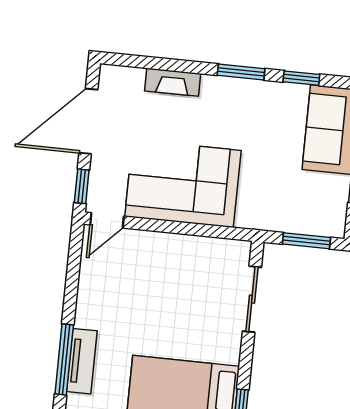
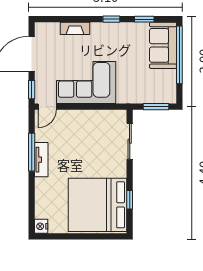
window: (241, 72) -> (111, 19), width x0.67
window: (64, 359) -> (32, 152), moved
tv unit: (82, 361) -> (41, 160), moved

